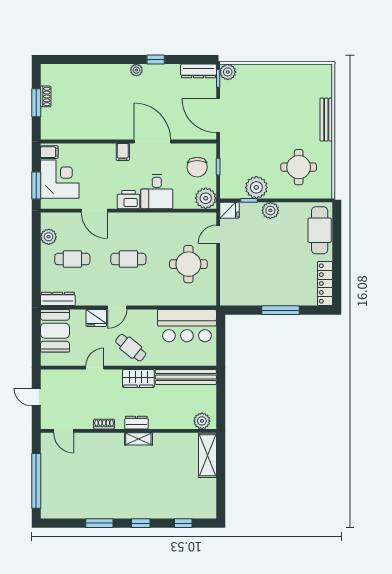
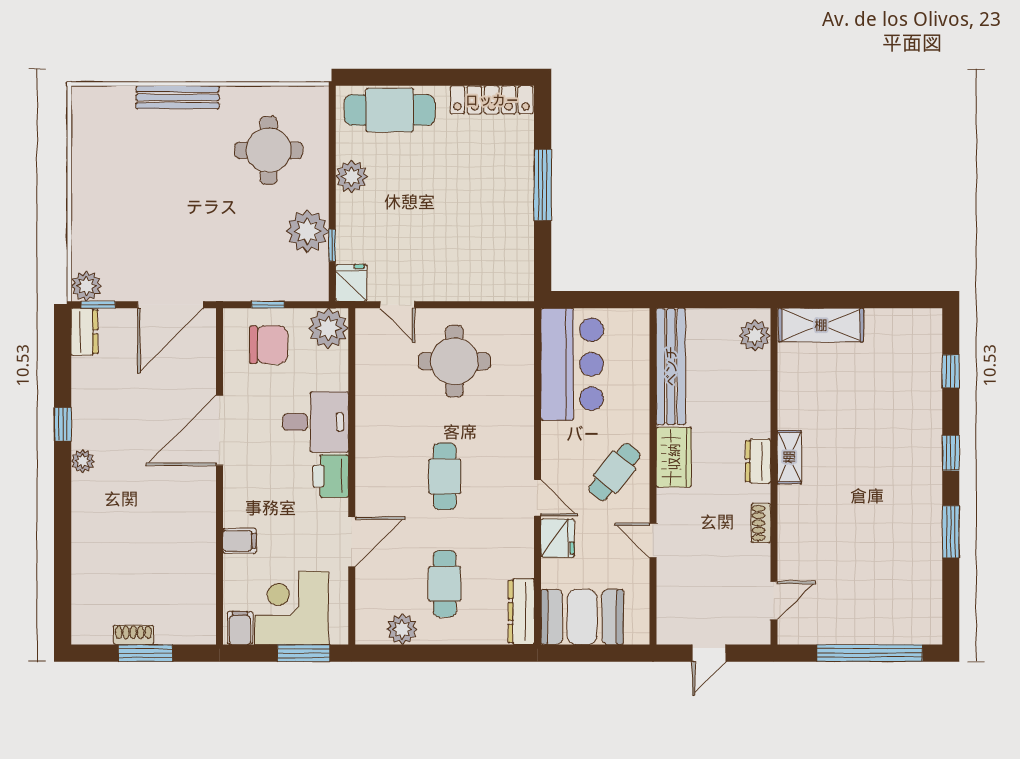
dresser: (198, 71) -> (84, 332), width x0.70
filing cabinet: (123, 152) -> (240, 541), moved
plant: (270, 210) -> (352, 177), moved

